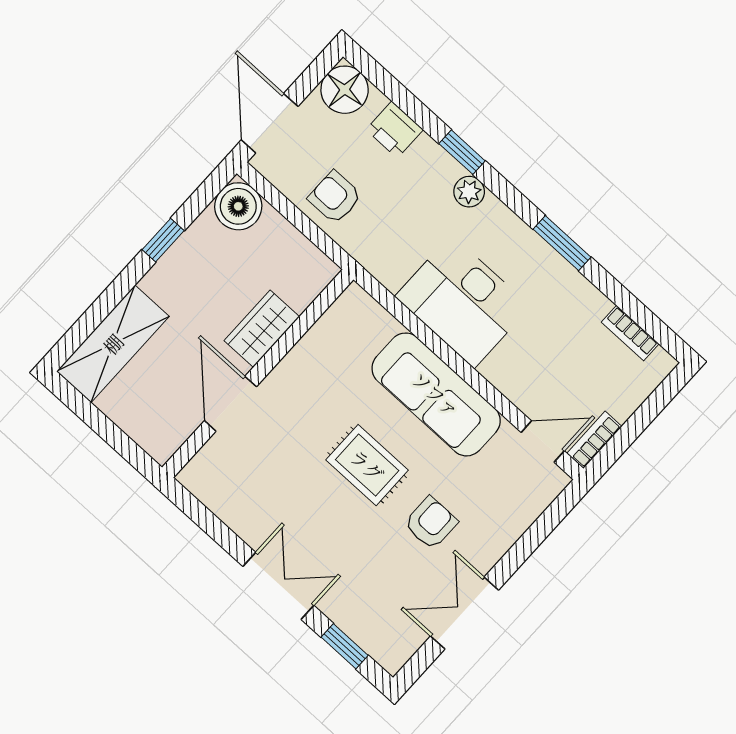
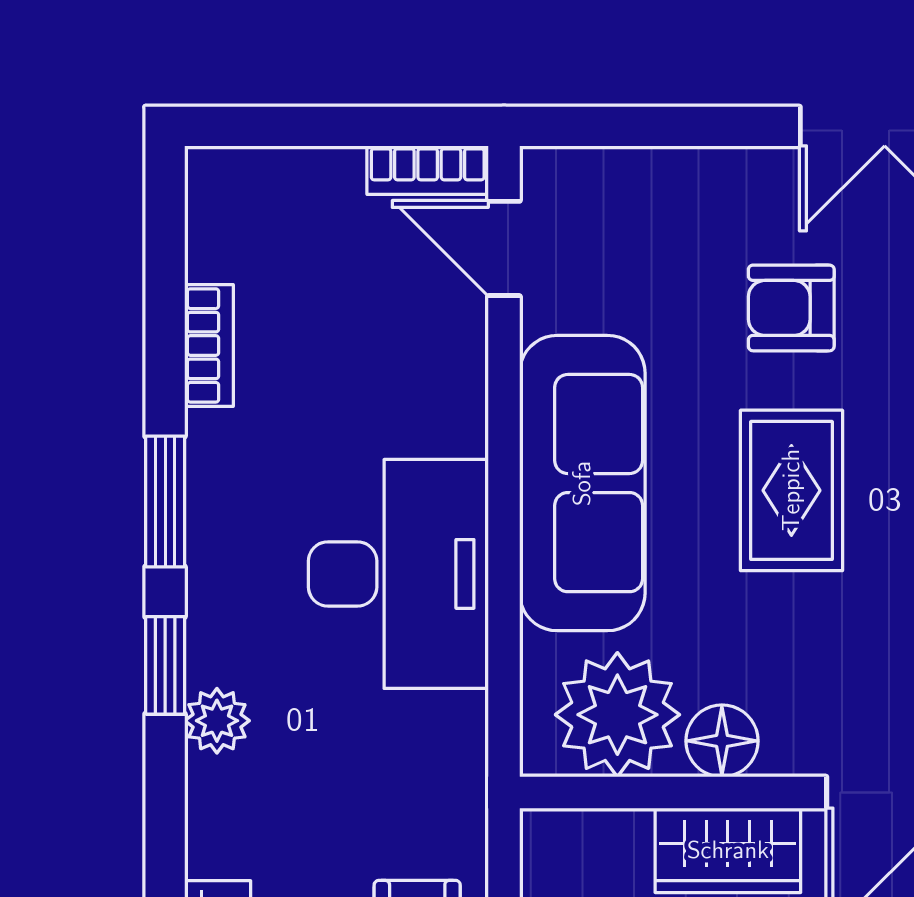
window: (462, 152) -> (165, 665), moved
plant: (344, 333) -> (617, 715), added
bookcase: (630, 333) -> (209, 345), moved
floor lamp: (302, 361) -> (722, 741), added

